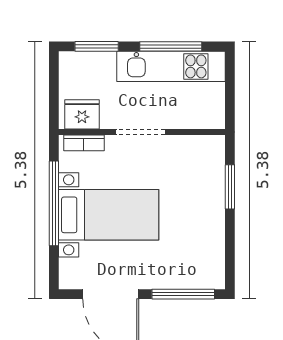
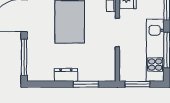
window: (230, 97) -> (137, 84), added
dresser: (214, 221) -> (66, 75), added

